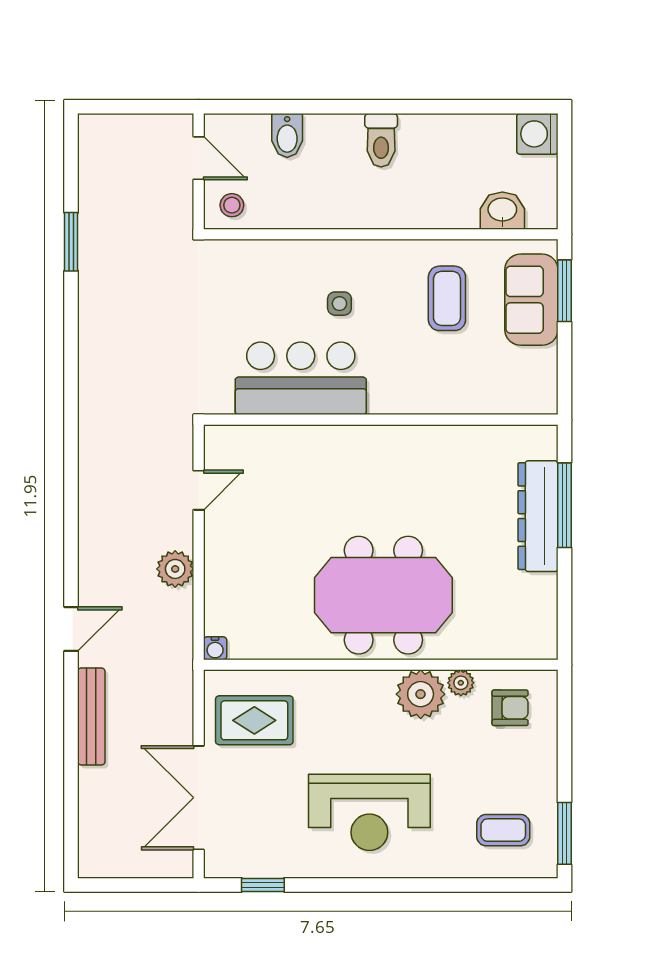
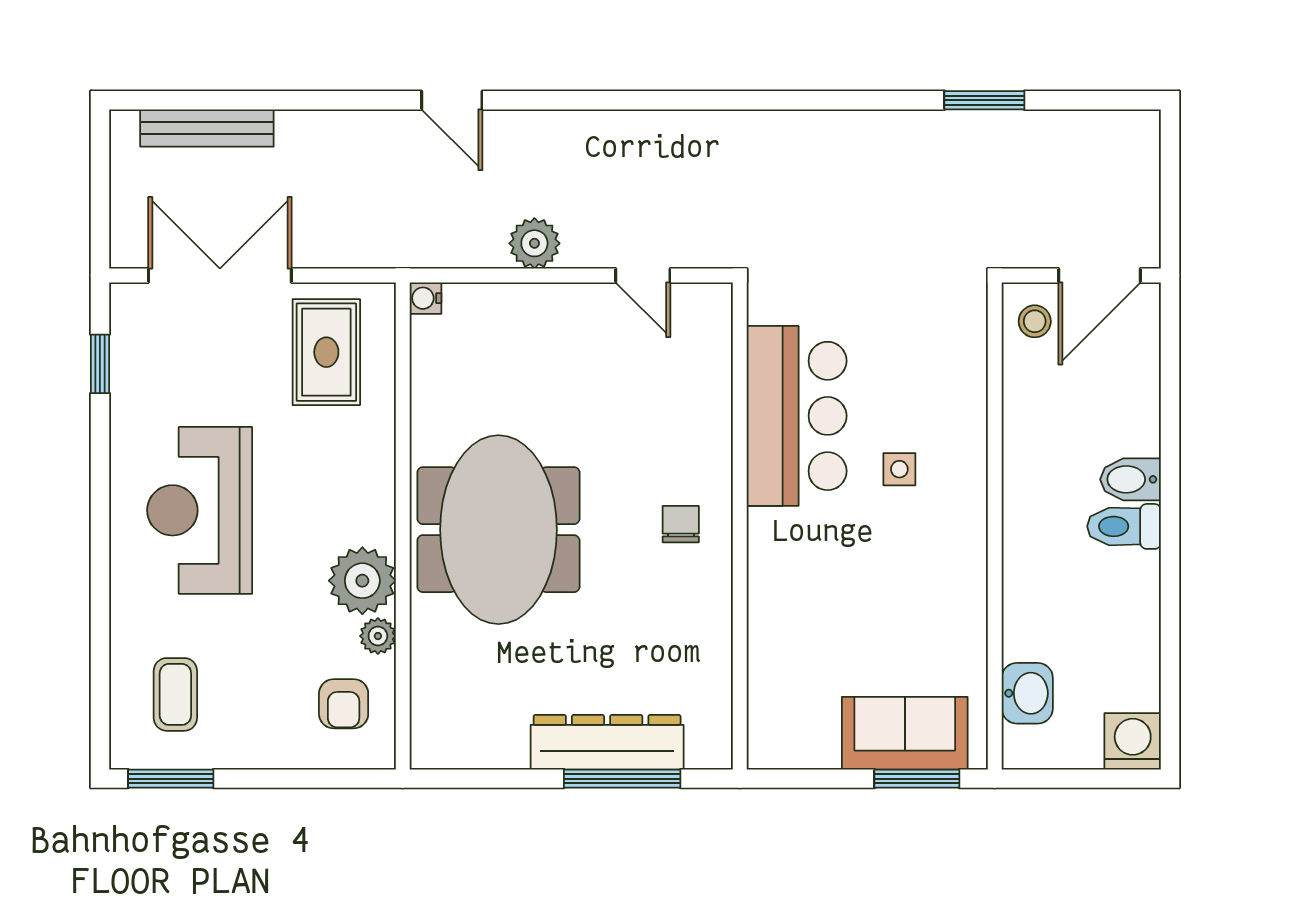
bidet: (287, 136) -> (1130, 479), moved
door: (199, 158) -> (1099, 275), width x1.38
coffee table: (447, 298) -> (907, 617), removed
chair: (379, 463) -> (681, 524), added
bench: (91, 716) -> (207, 128), moved

